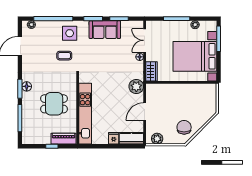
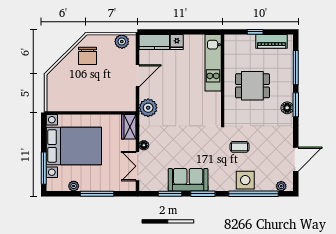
side table: (70, 33) -> (245, 180), moved
double door: (145, 40) -> (138, 166), swing flipped
kitchen unit: (85, 114) -> (213, 63), width x0.73
piano: (64, 139) -> (272, 41), moved

